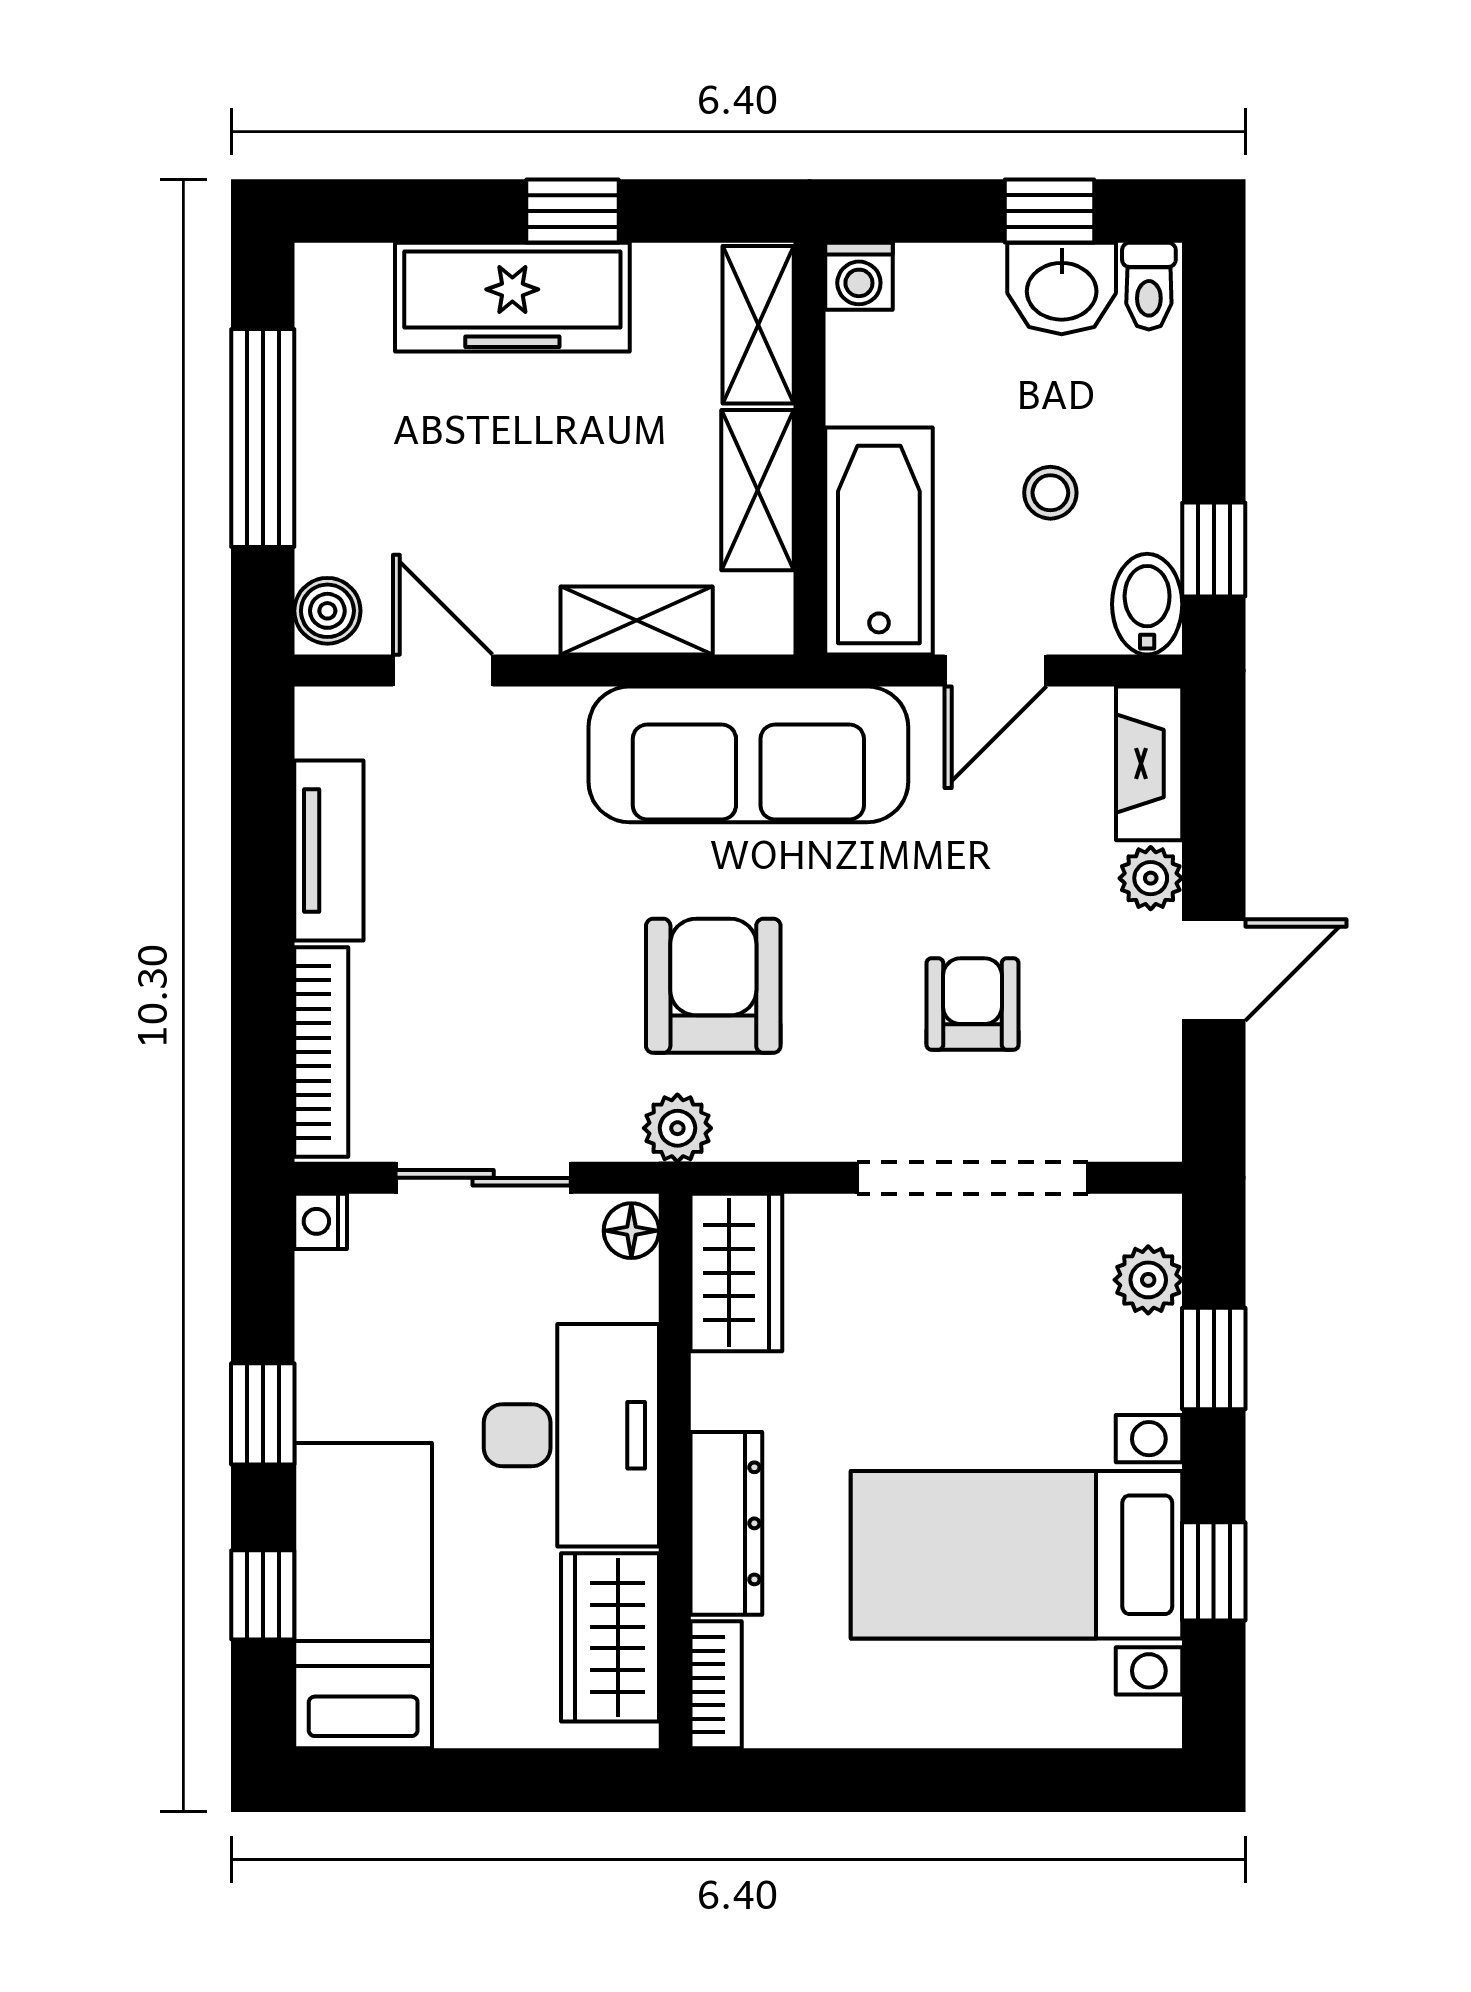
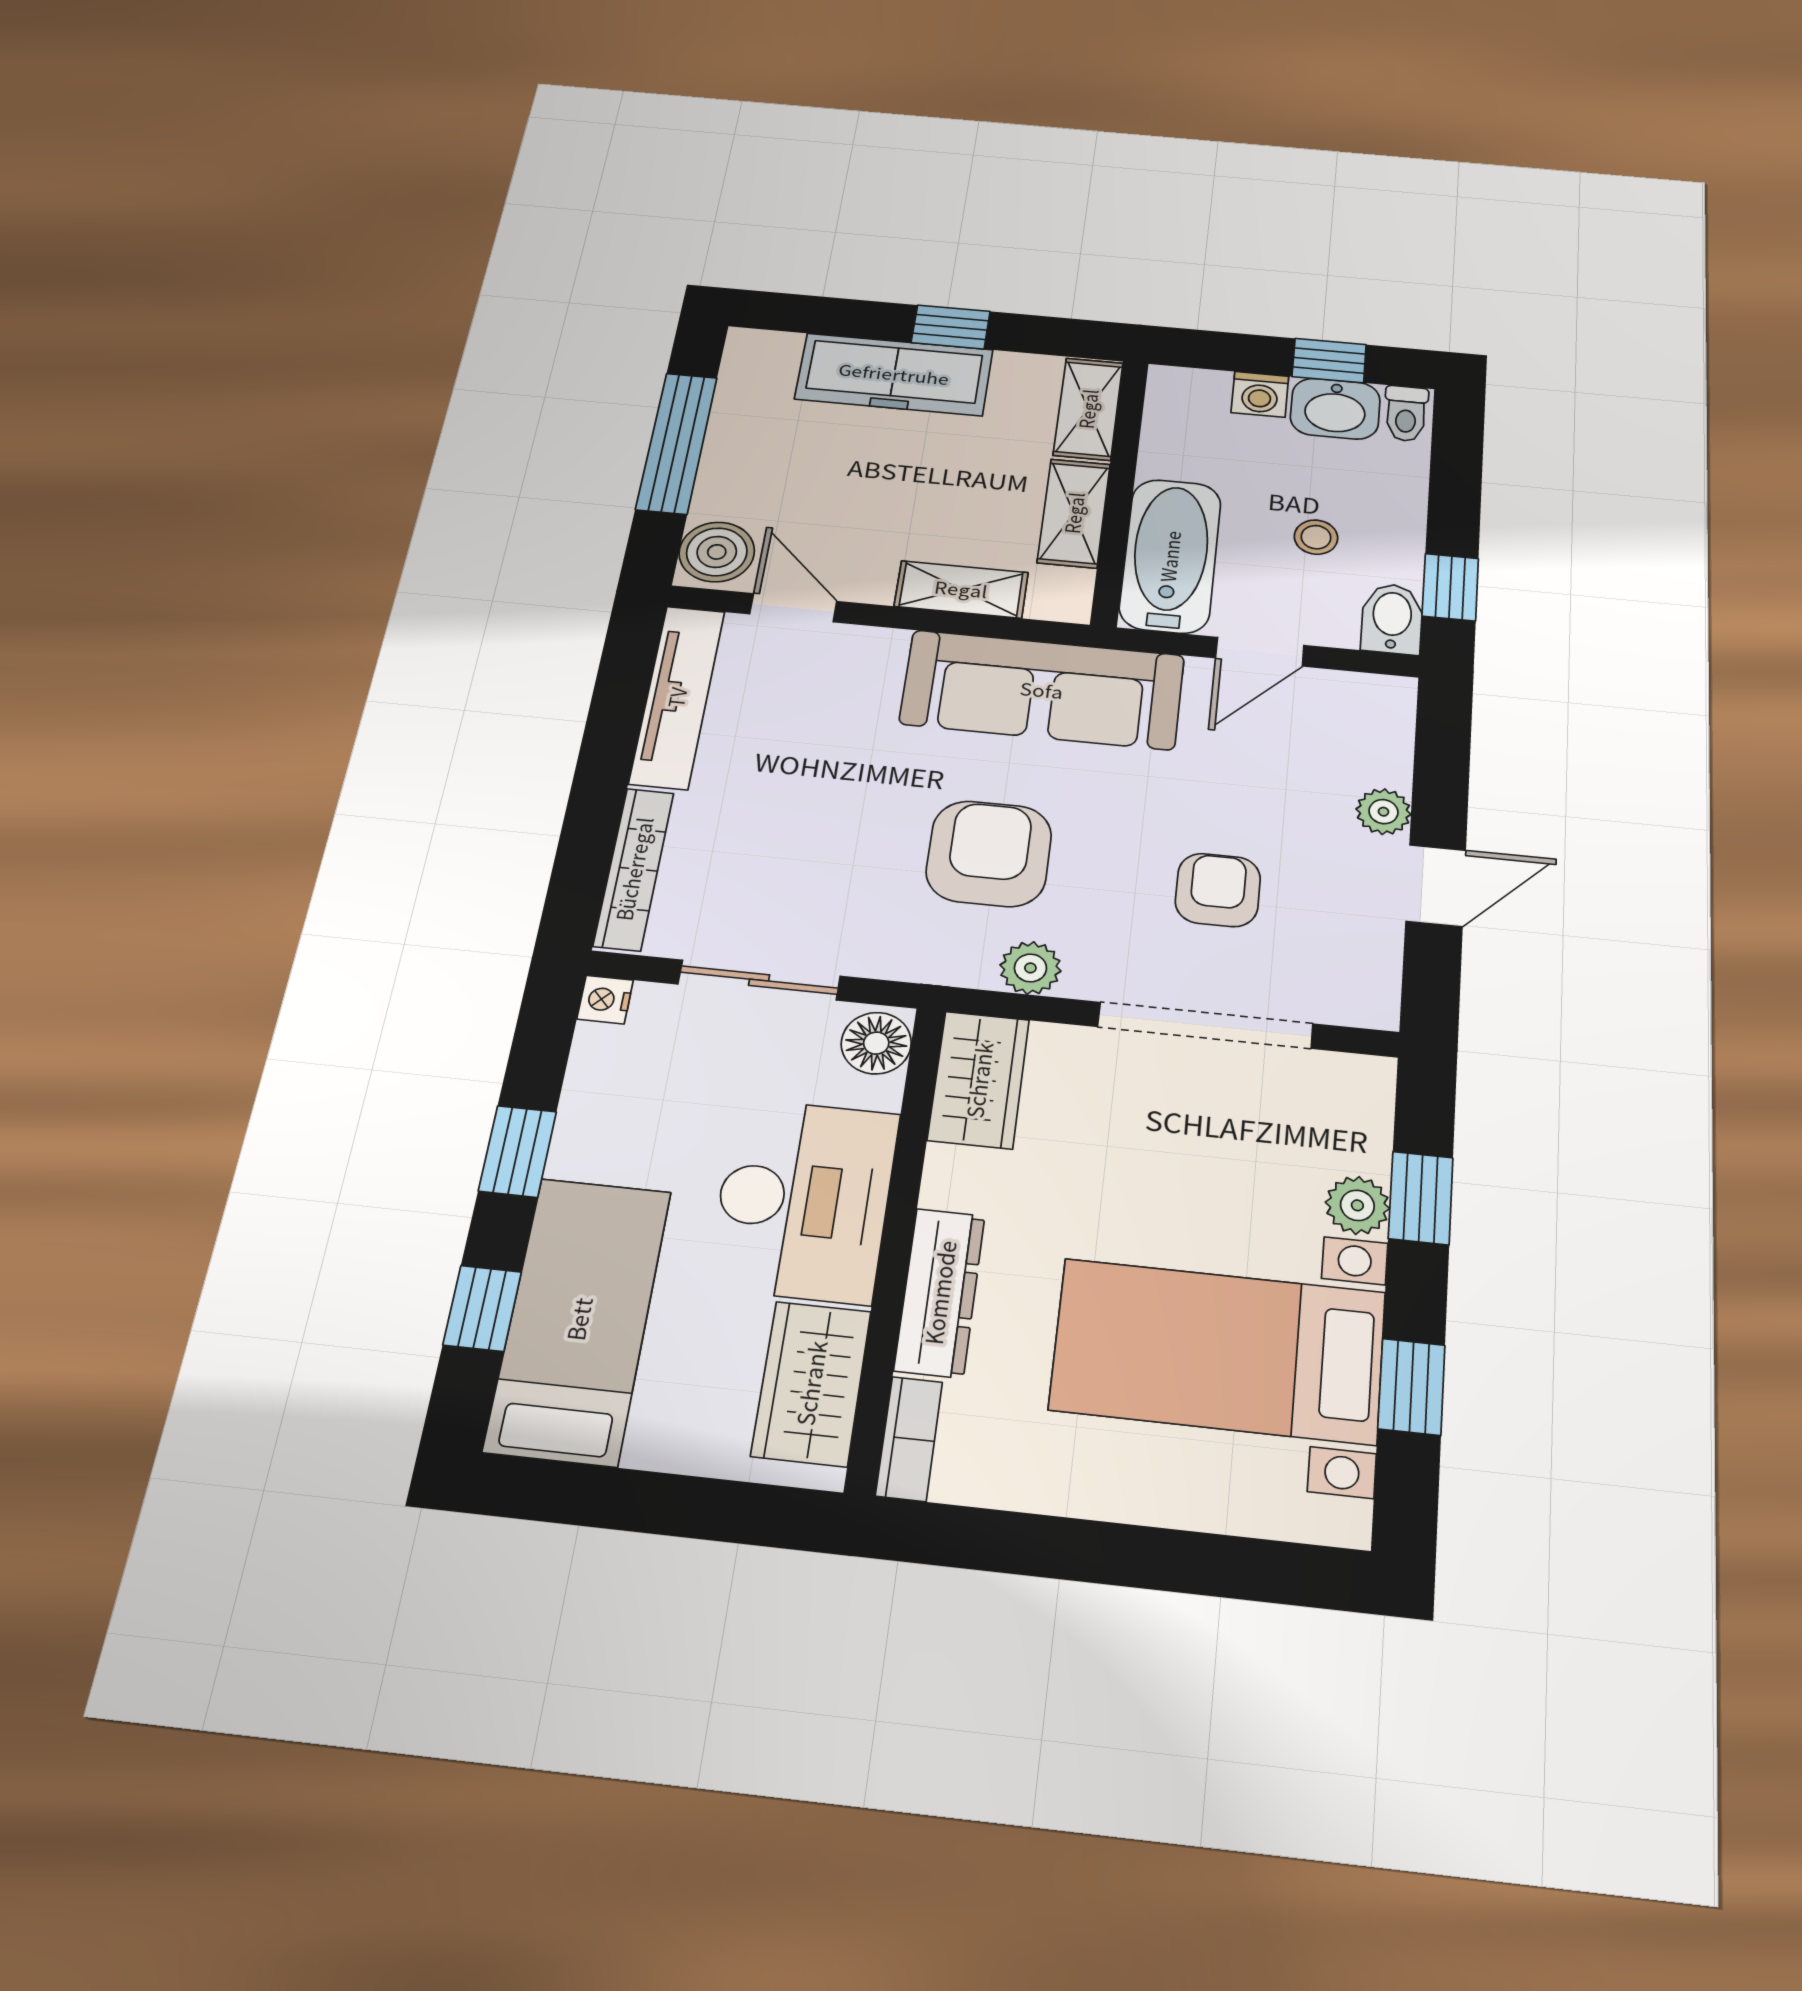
washing machine: (859, 276) -> (1260, 394), moved
boiler: (327, 611) -> (717, 552), width x1.36, depth x1.36
fireplace: (1149, 763) -> (1387, 729), removed
tv unit: (329, 850) -> (677, 697), width x1.41
plant: (677, 1128) -> (1030, 968), moved
floor lamp: (631, 1231) -> (876, 1043), width x1.37, depth x1.37
plant: (1148, 1280) -> (1357, 1205), moved

